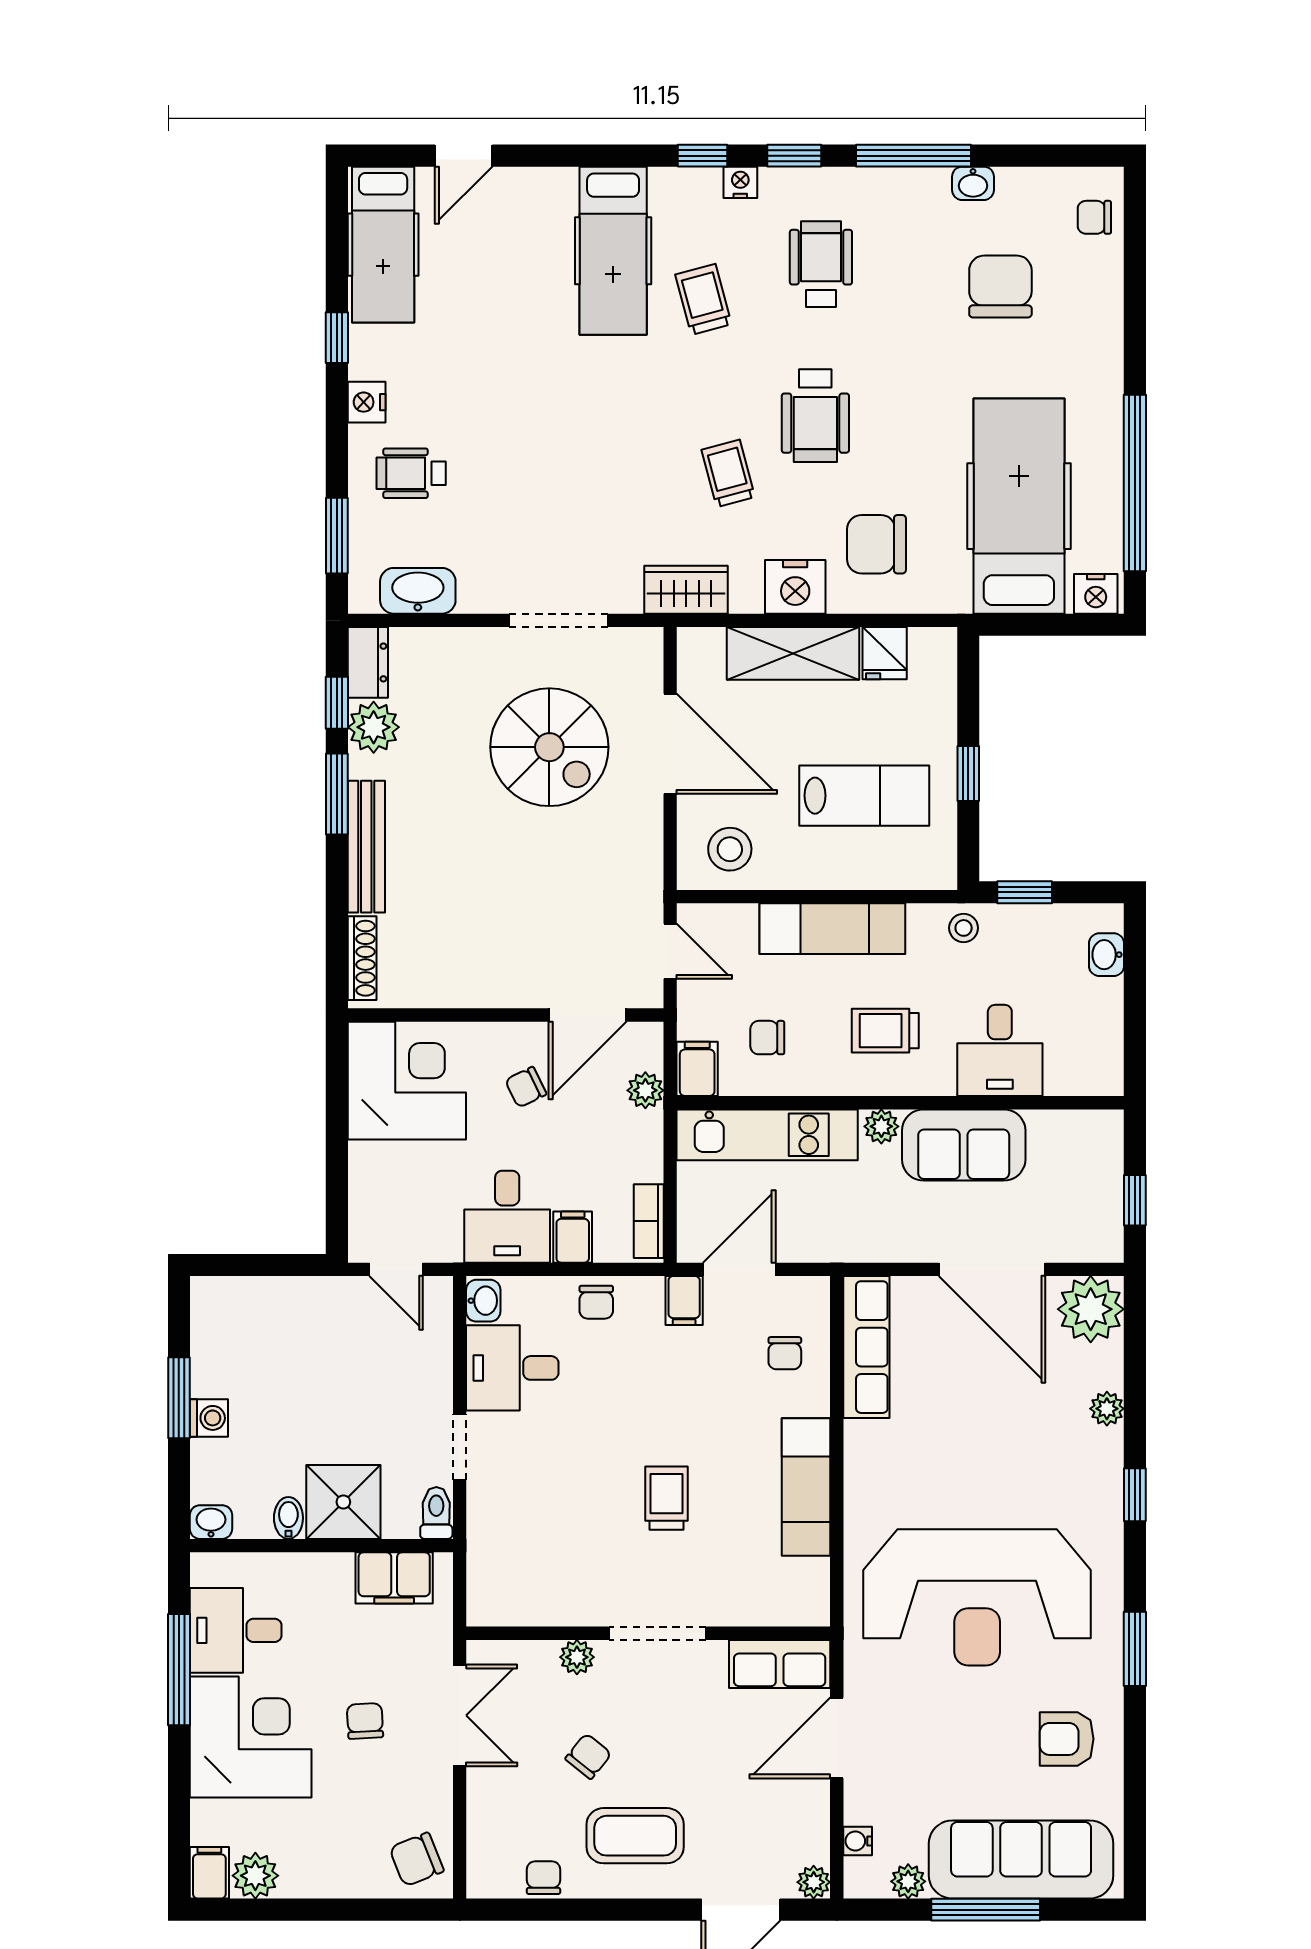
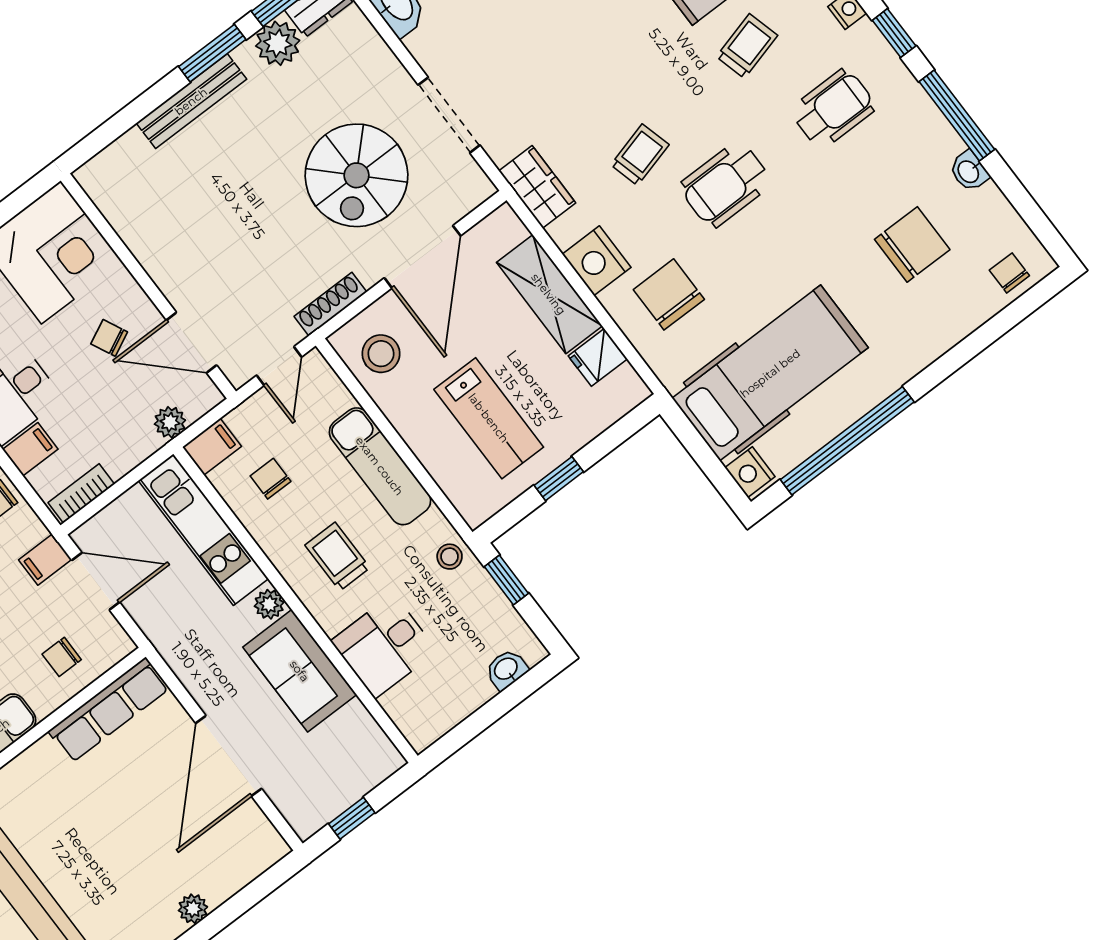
shoe rack: (362, 958) -> (330, 304), moved, turned 180
plant: (1091, 1309) -> (253, 845), removed

